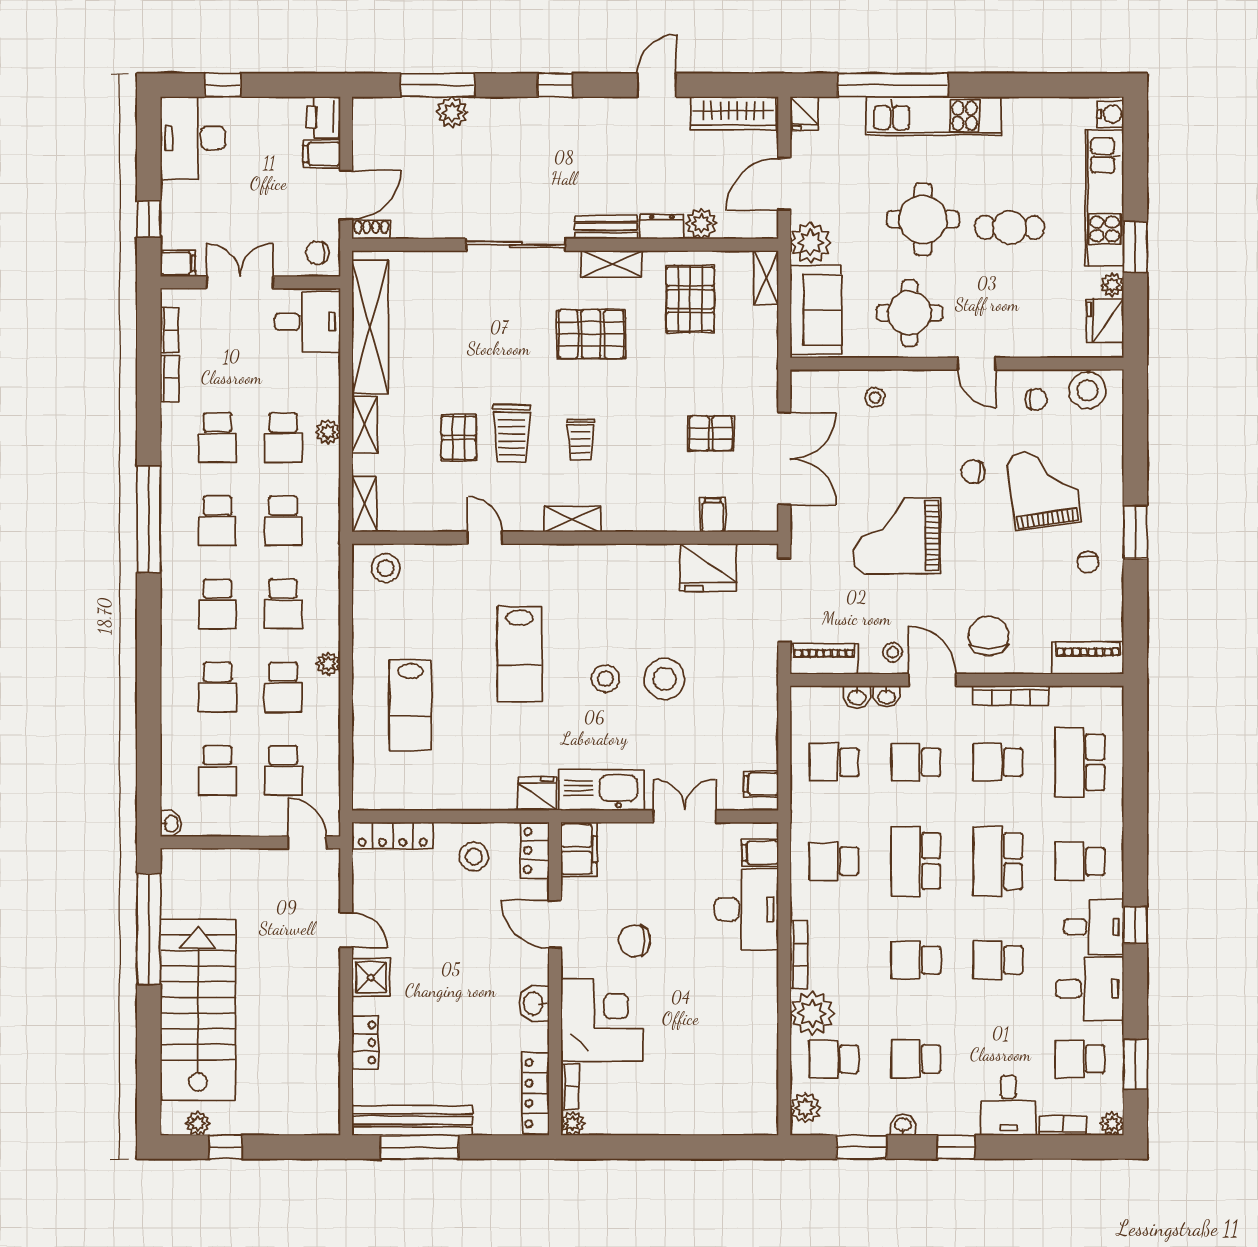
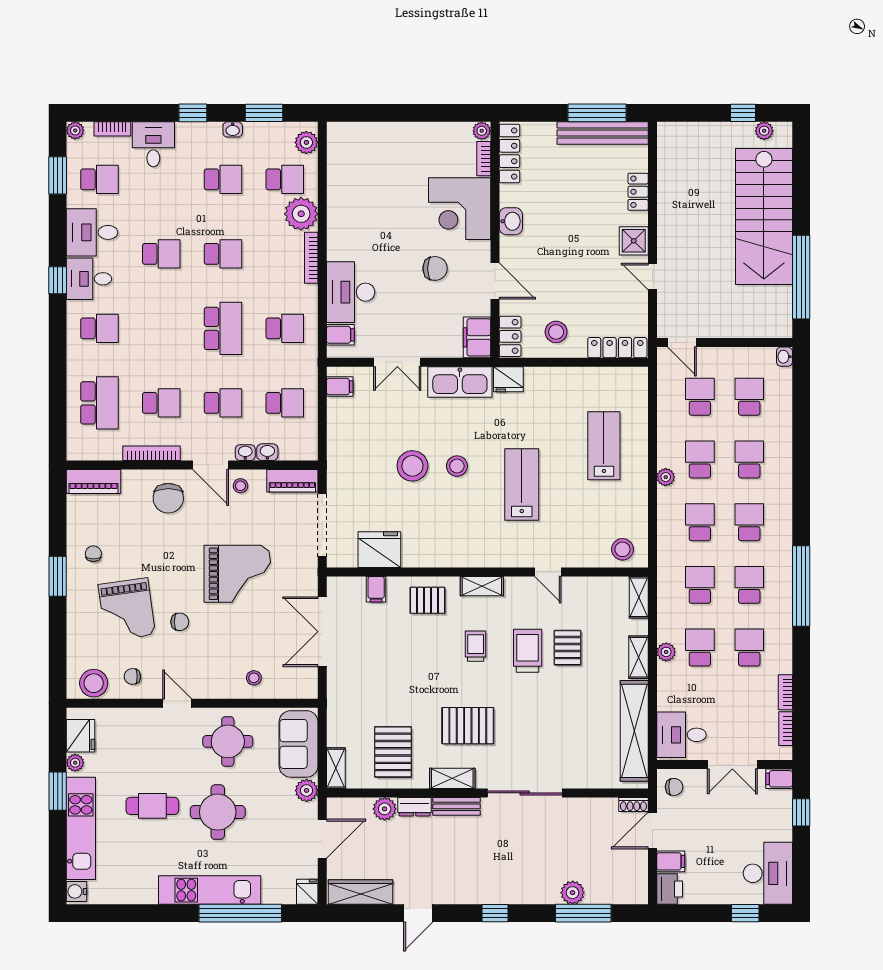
plant: (811, 243) -> (307, 790), width x0.73, depth x0.73
pallet: (711, 433) -> (427, 600), moved
school desk: (998, 861) -> (161, 328), removed

